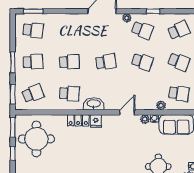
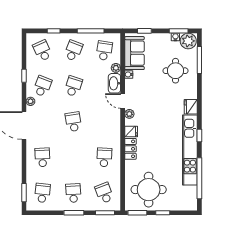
school desk: (69, 62) -> (42, 157), moved
washbasin: (94, 104) -> (114, 83), moved
plant: (145, 119) -> (129, 114), moved

